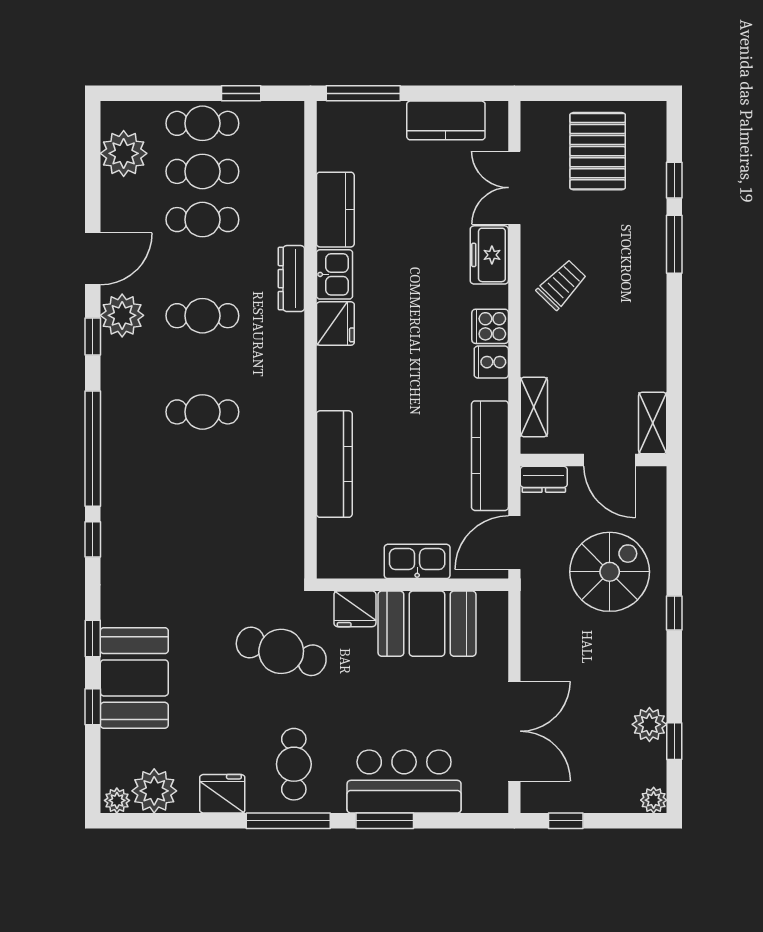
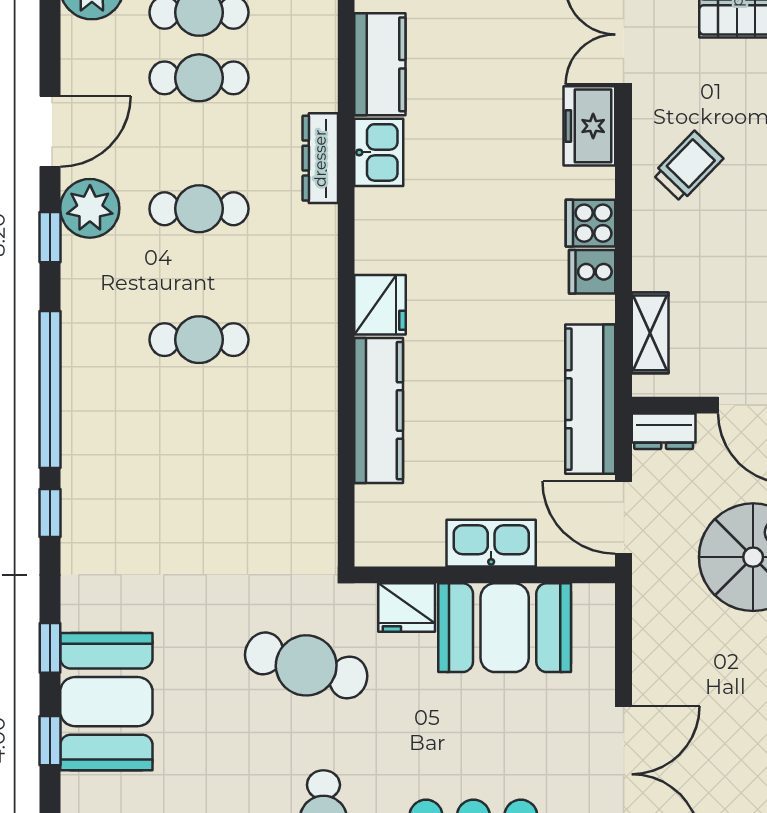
fridge: (335, 324) -> (380, 305), moved
door: (514, 543) -> (624, 517), hinge flipped

